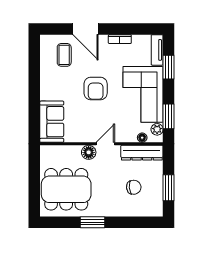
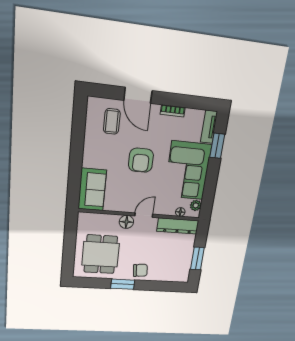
window: (169, 116) -> (209, 194), removed
chair: (134, 187) -> (140, 270), moved
dining table: (66, 189) -> (101, 254), width x0.73

